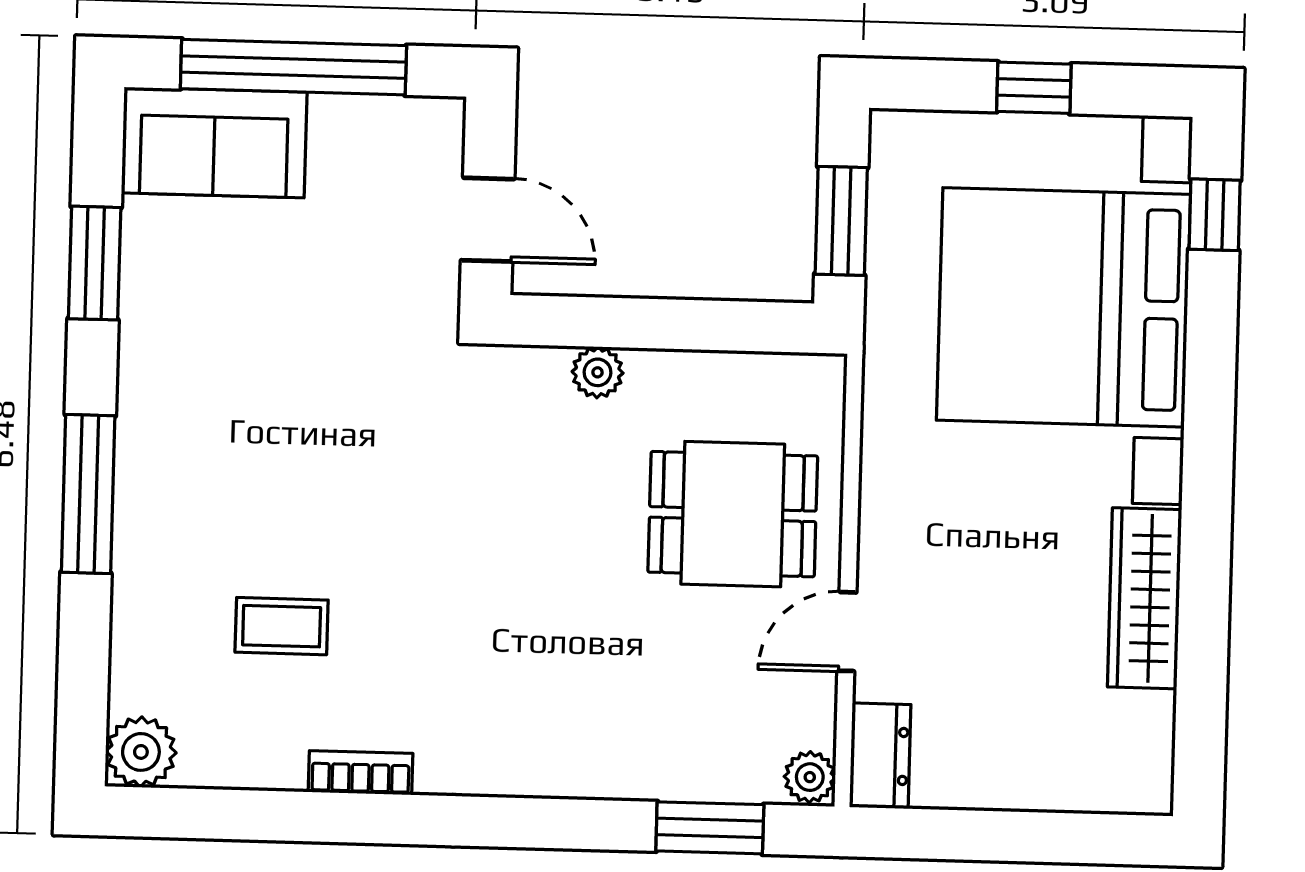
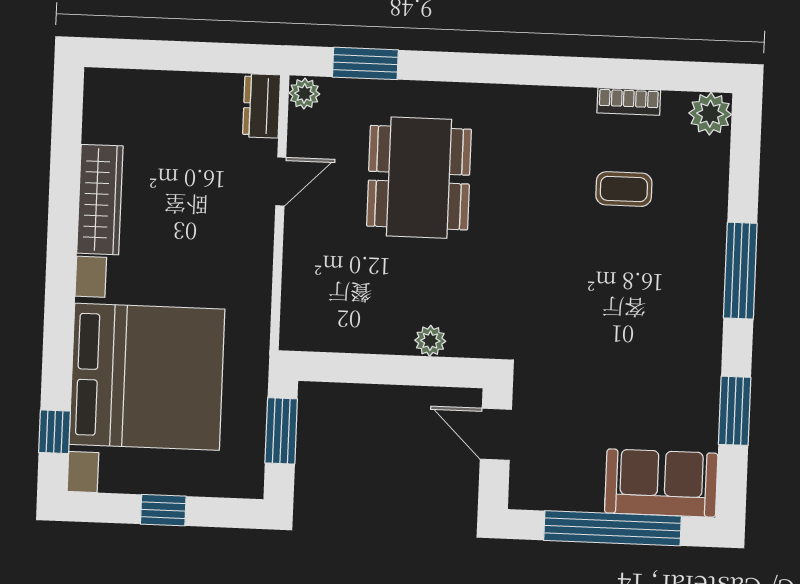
dining table: (733, 514) -> (419, 178), moved, width x1.38
bookcase: (361, 773) -> (629, 102), moved

